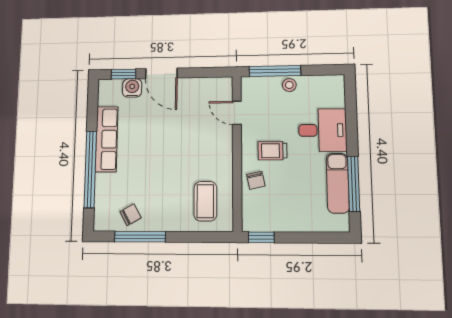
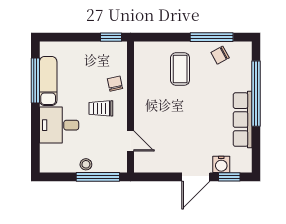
door: (161, 73) -> (196, 177), swing flipped
trolley: (272, 151) -> (101, 108), turned 180
coffee table: (205, 201) -> (180, 69), moved

